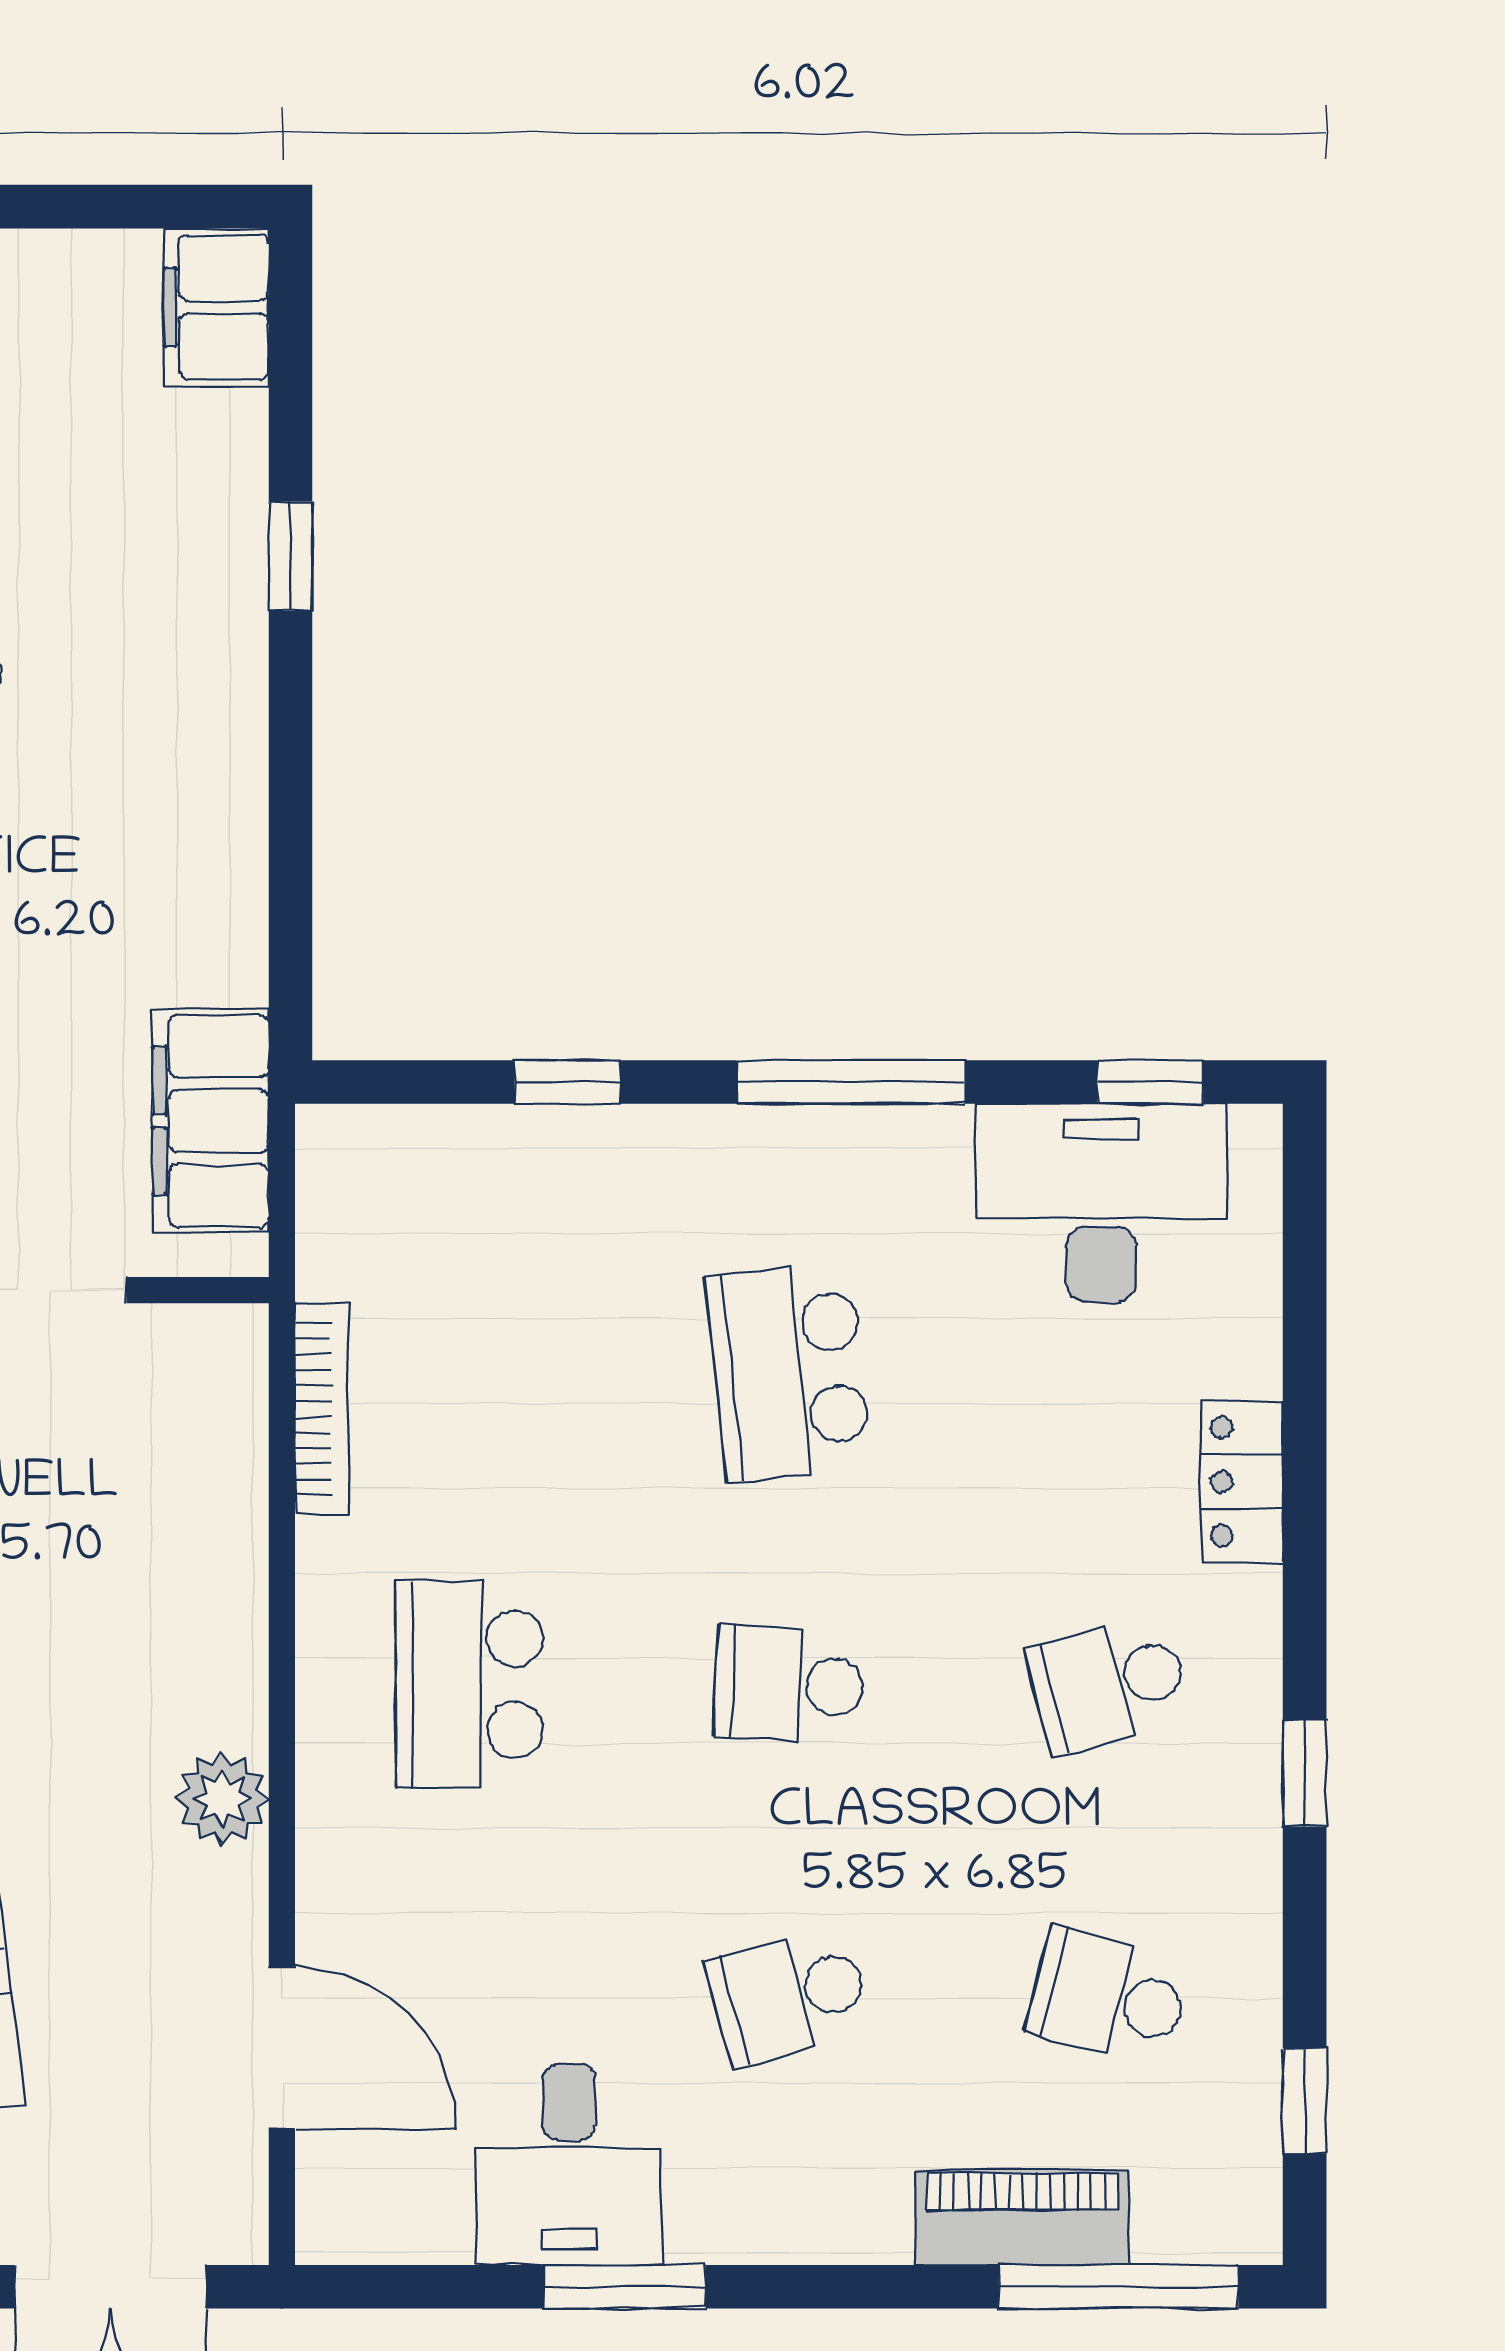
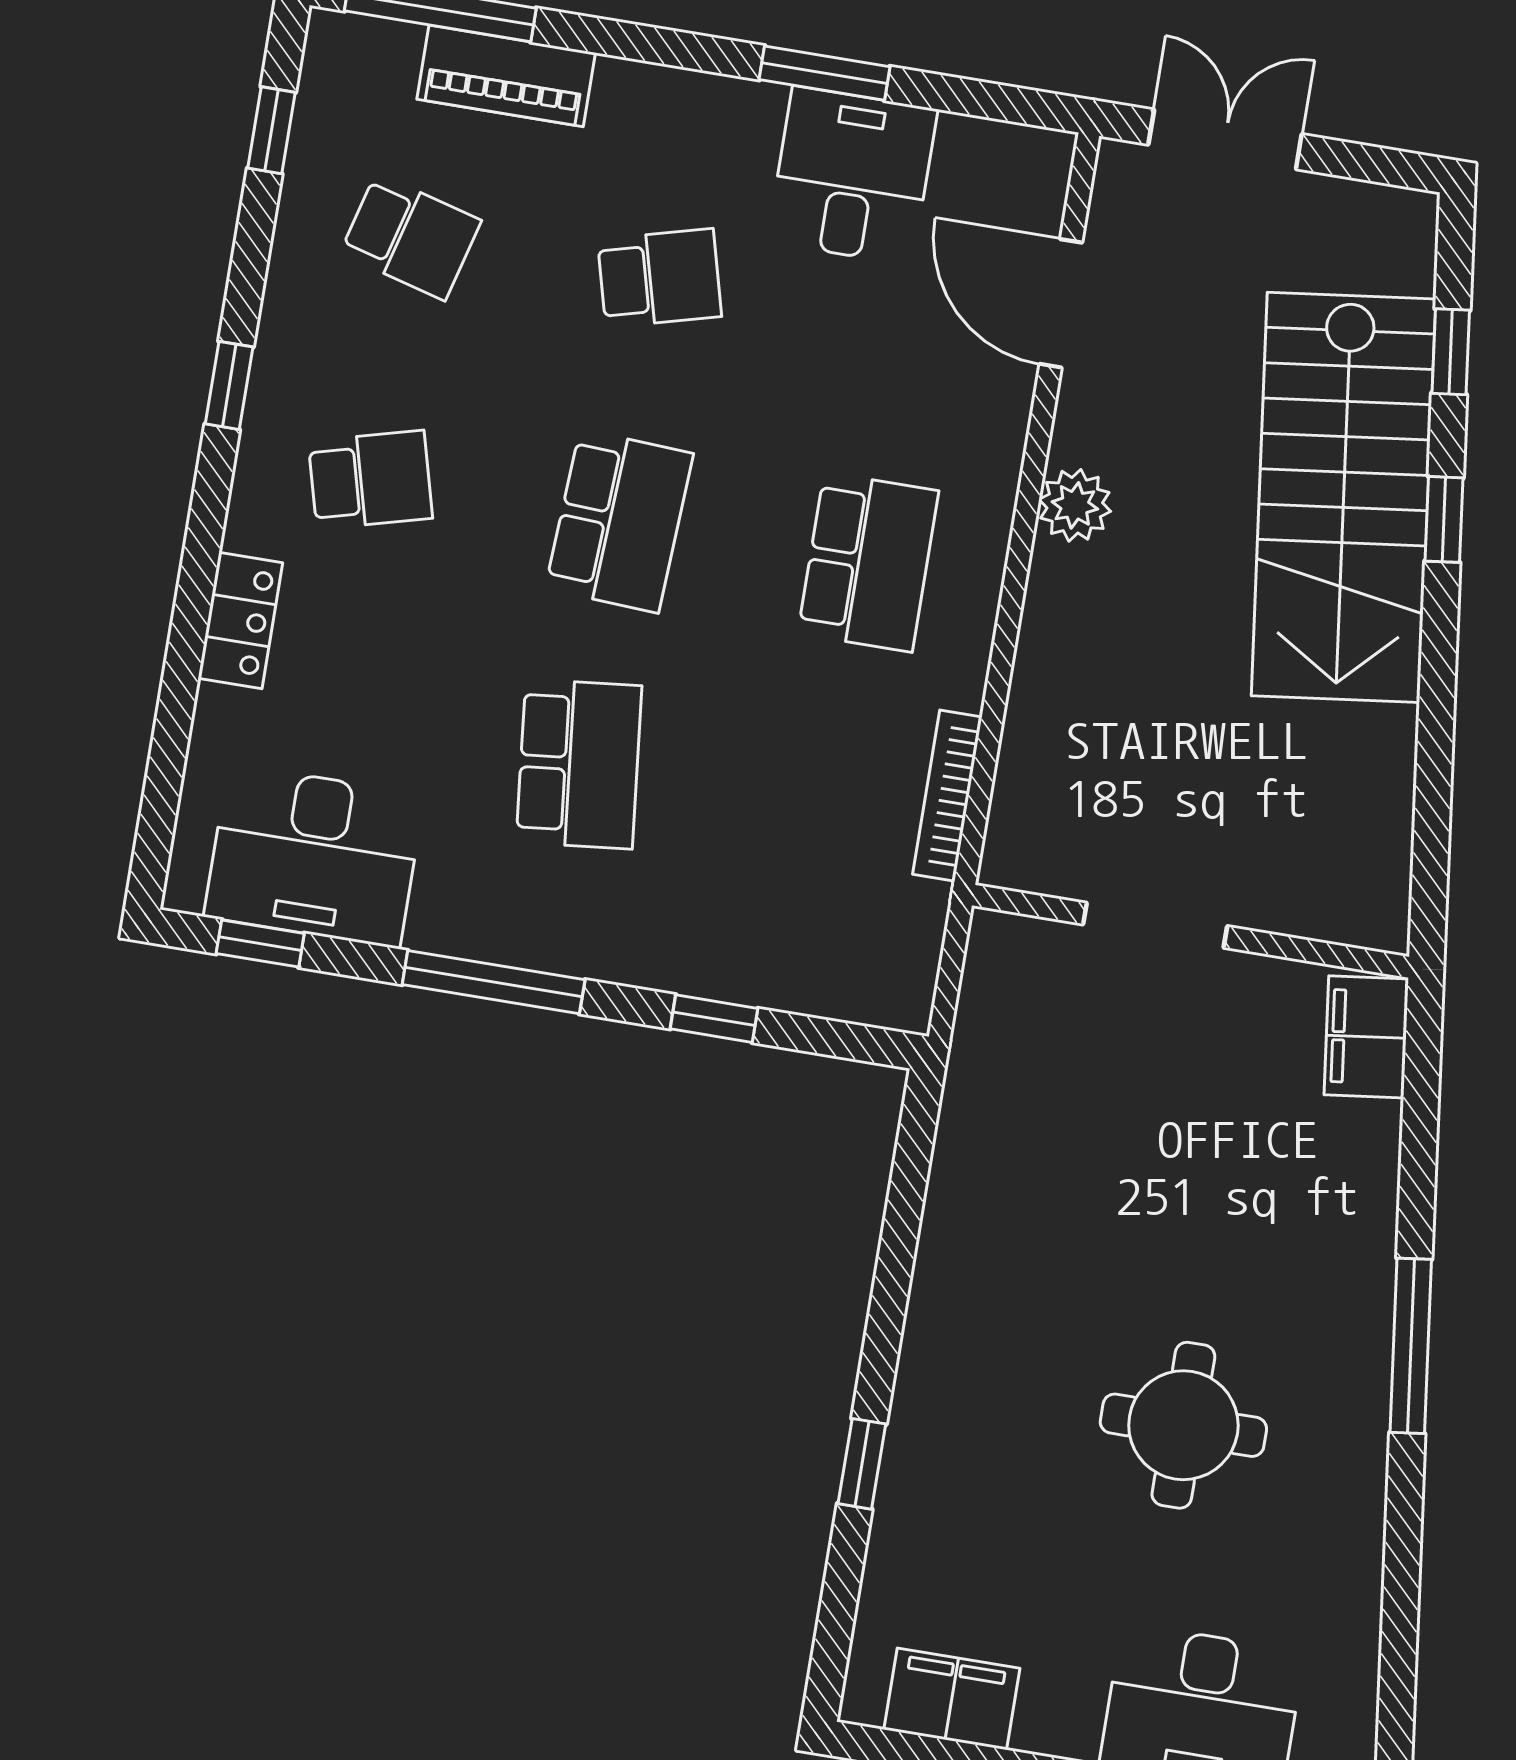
filing cabinet: (216, 307) -> (952, 1699), moved, turned -90
filing cabinet: (211, 1121) -> (997, 1034), removed
school desk: (789, 1684) -> (619, 521), width x1.85

